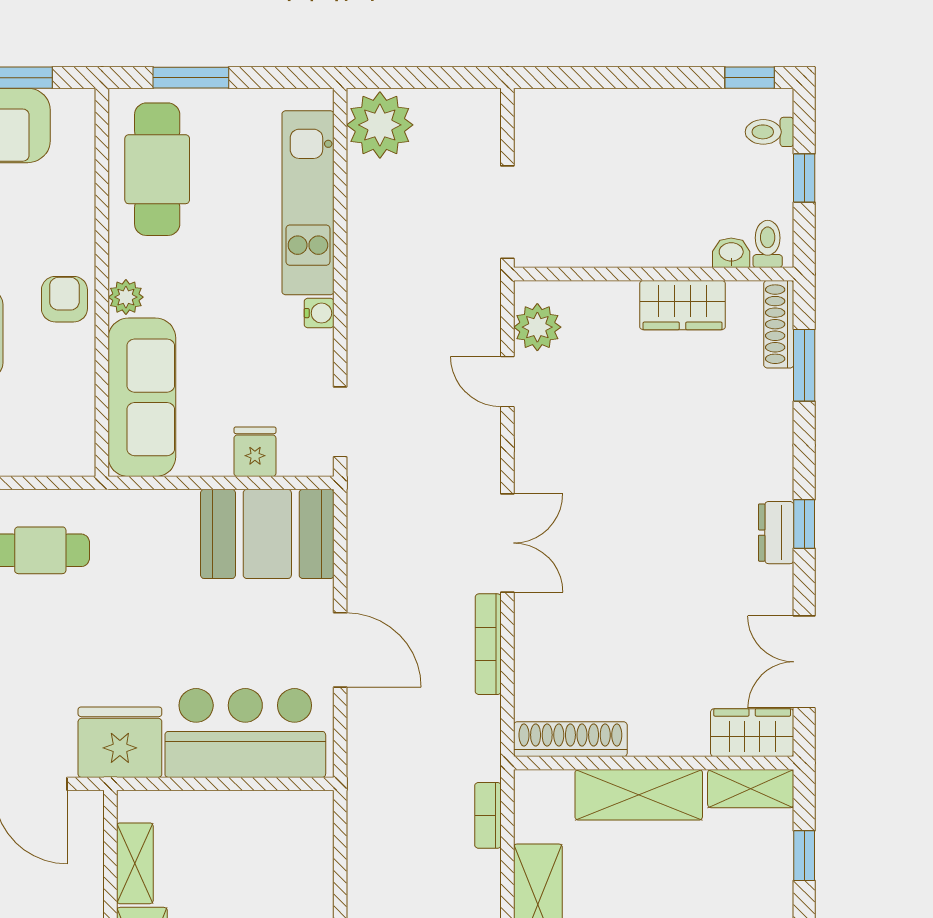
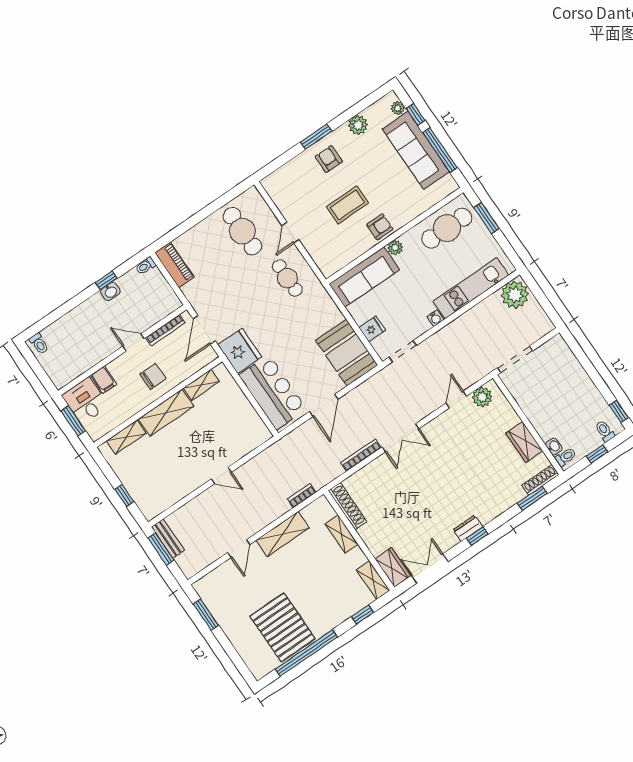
shelving: (639, 795) -> (342, 534), width x0.67, depth x0.75

